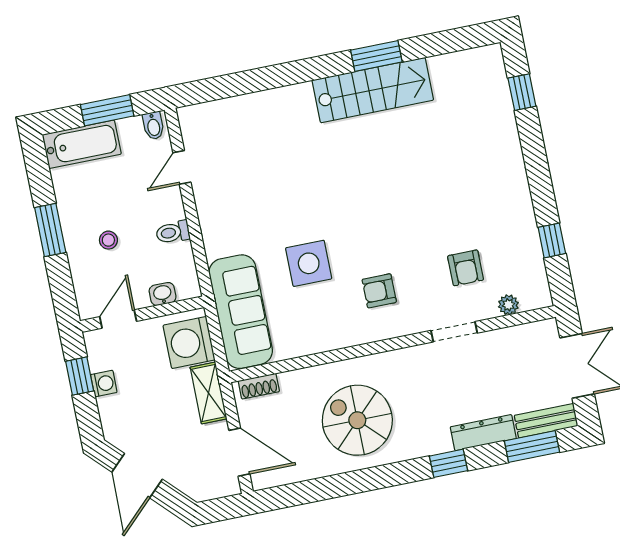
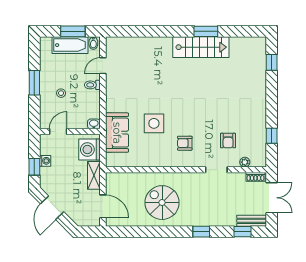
bathtub: (82, 144) -> (70, 45), moved
toilet: (173, 232) -> (92, 85), moved
washbasin: (163, 294) -> (94, 124), moved
sofa: (241, 312) -> (117, 133), width x0.73
window: (80, 376) -> (34, 167), moved
shoe rack: (259, 386) -> (255, 177), moved
dresser: (483, 433) -> (221, 220), removed
window: (532, 446) -> (242, 232), width x0.67

